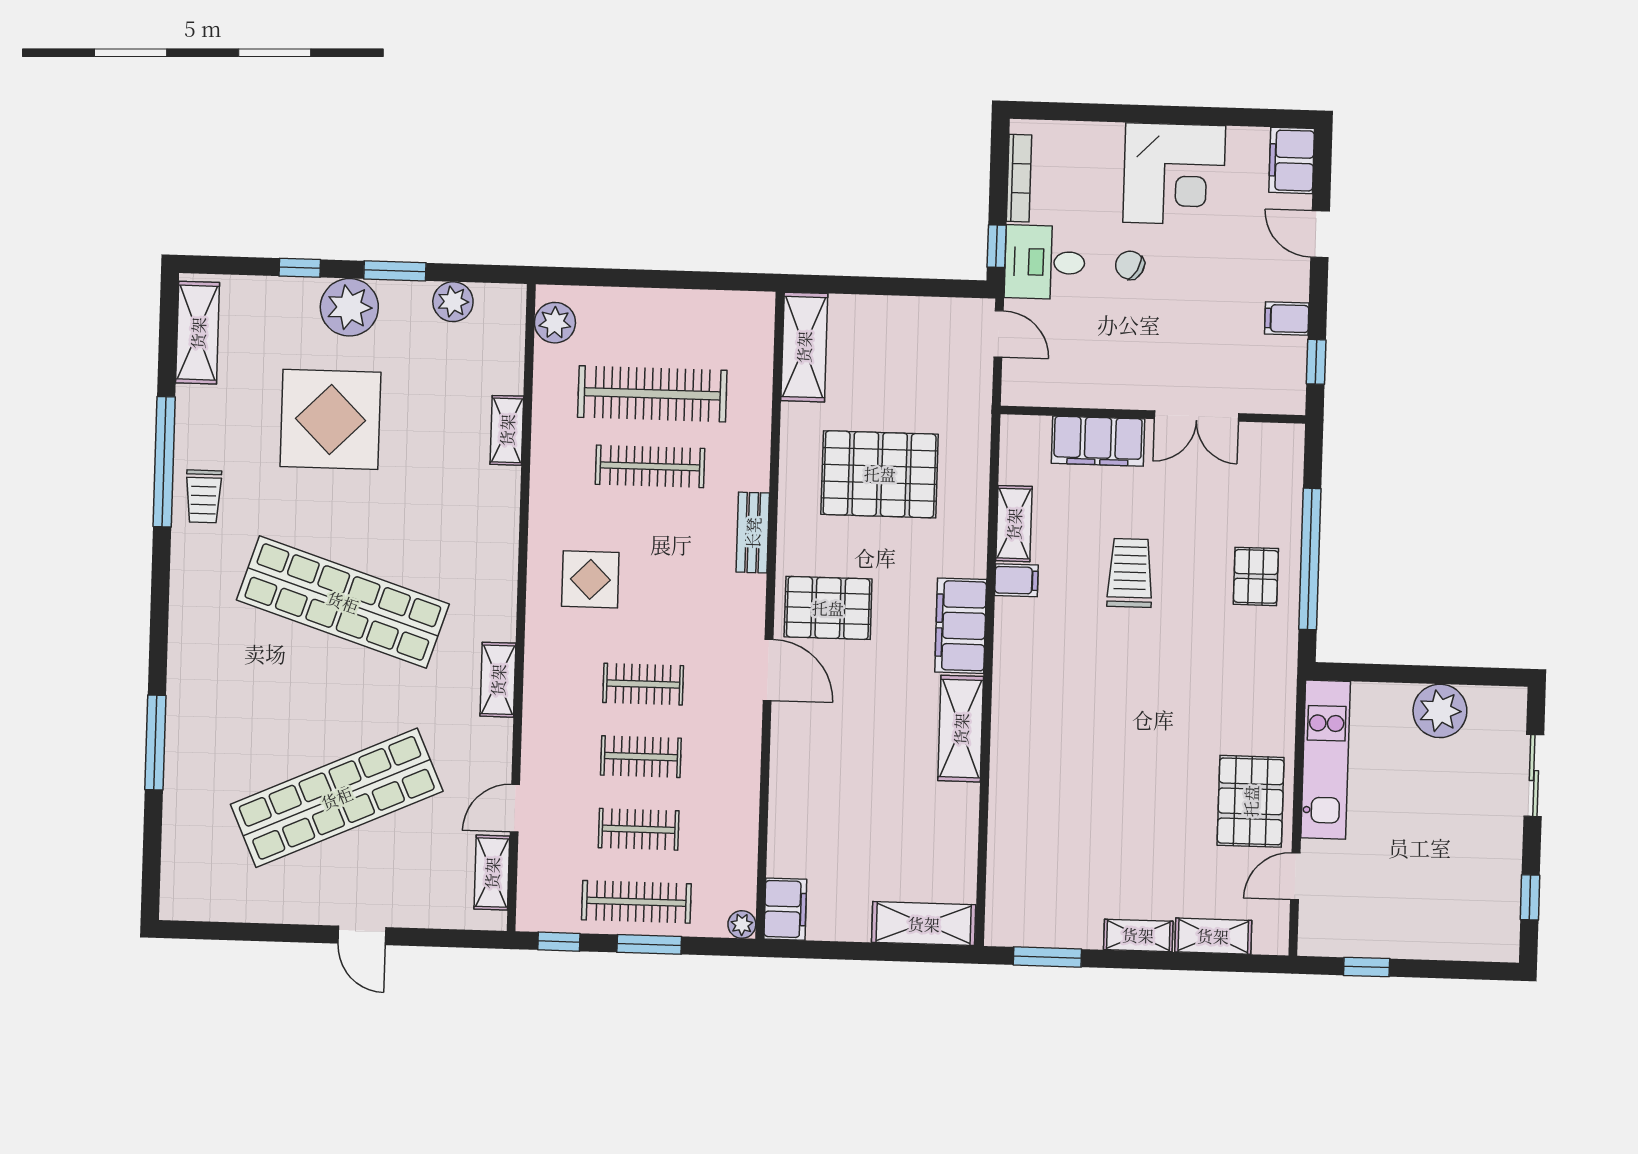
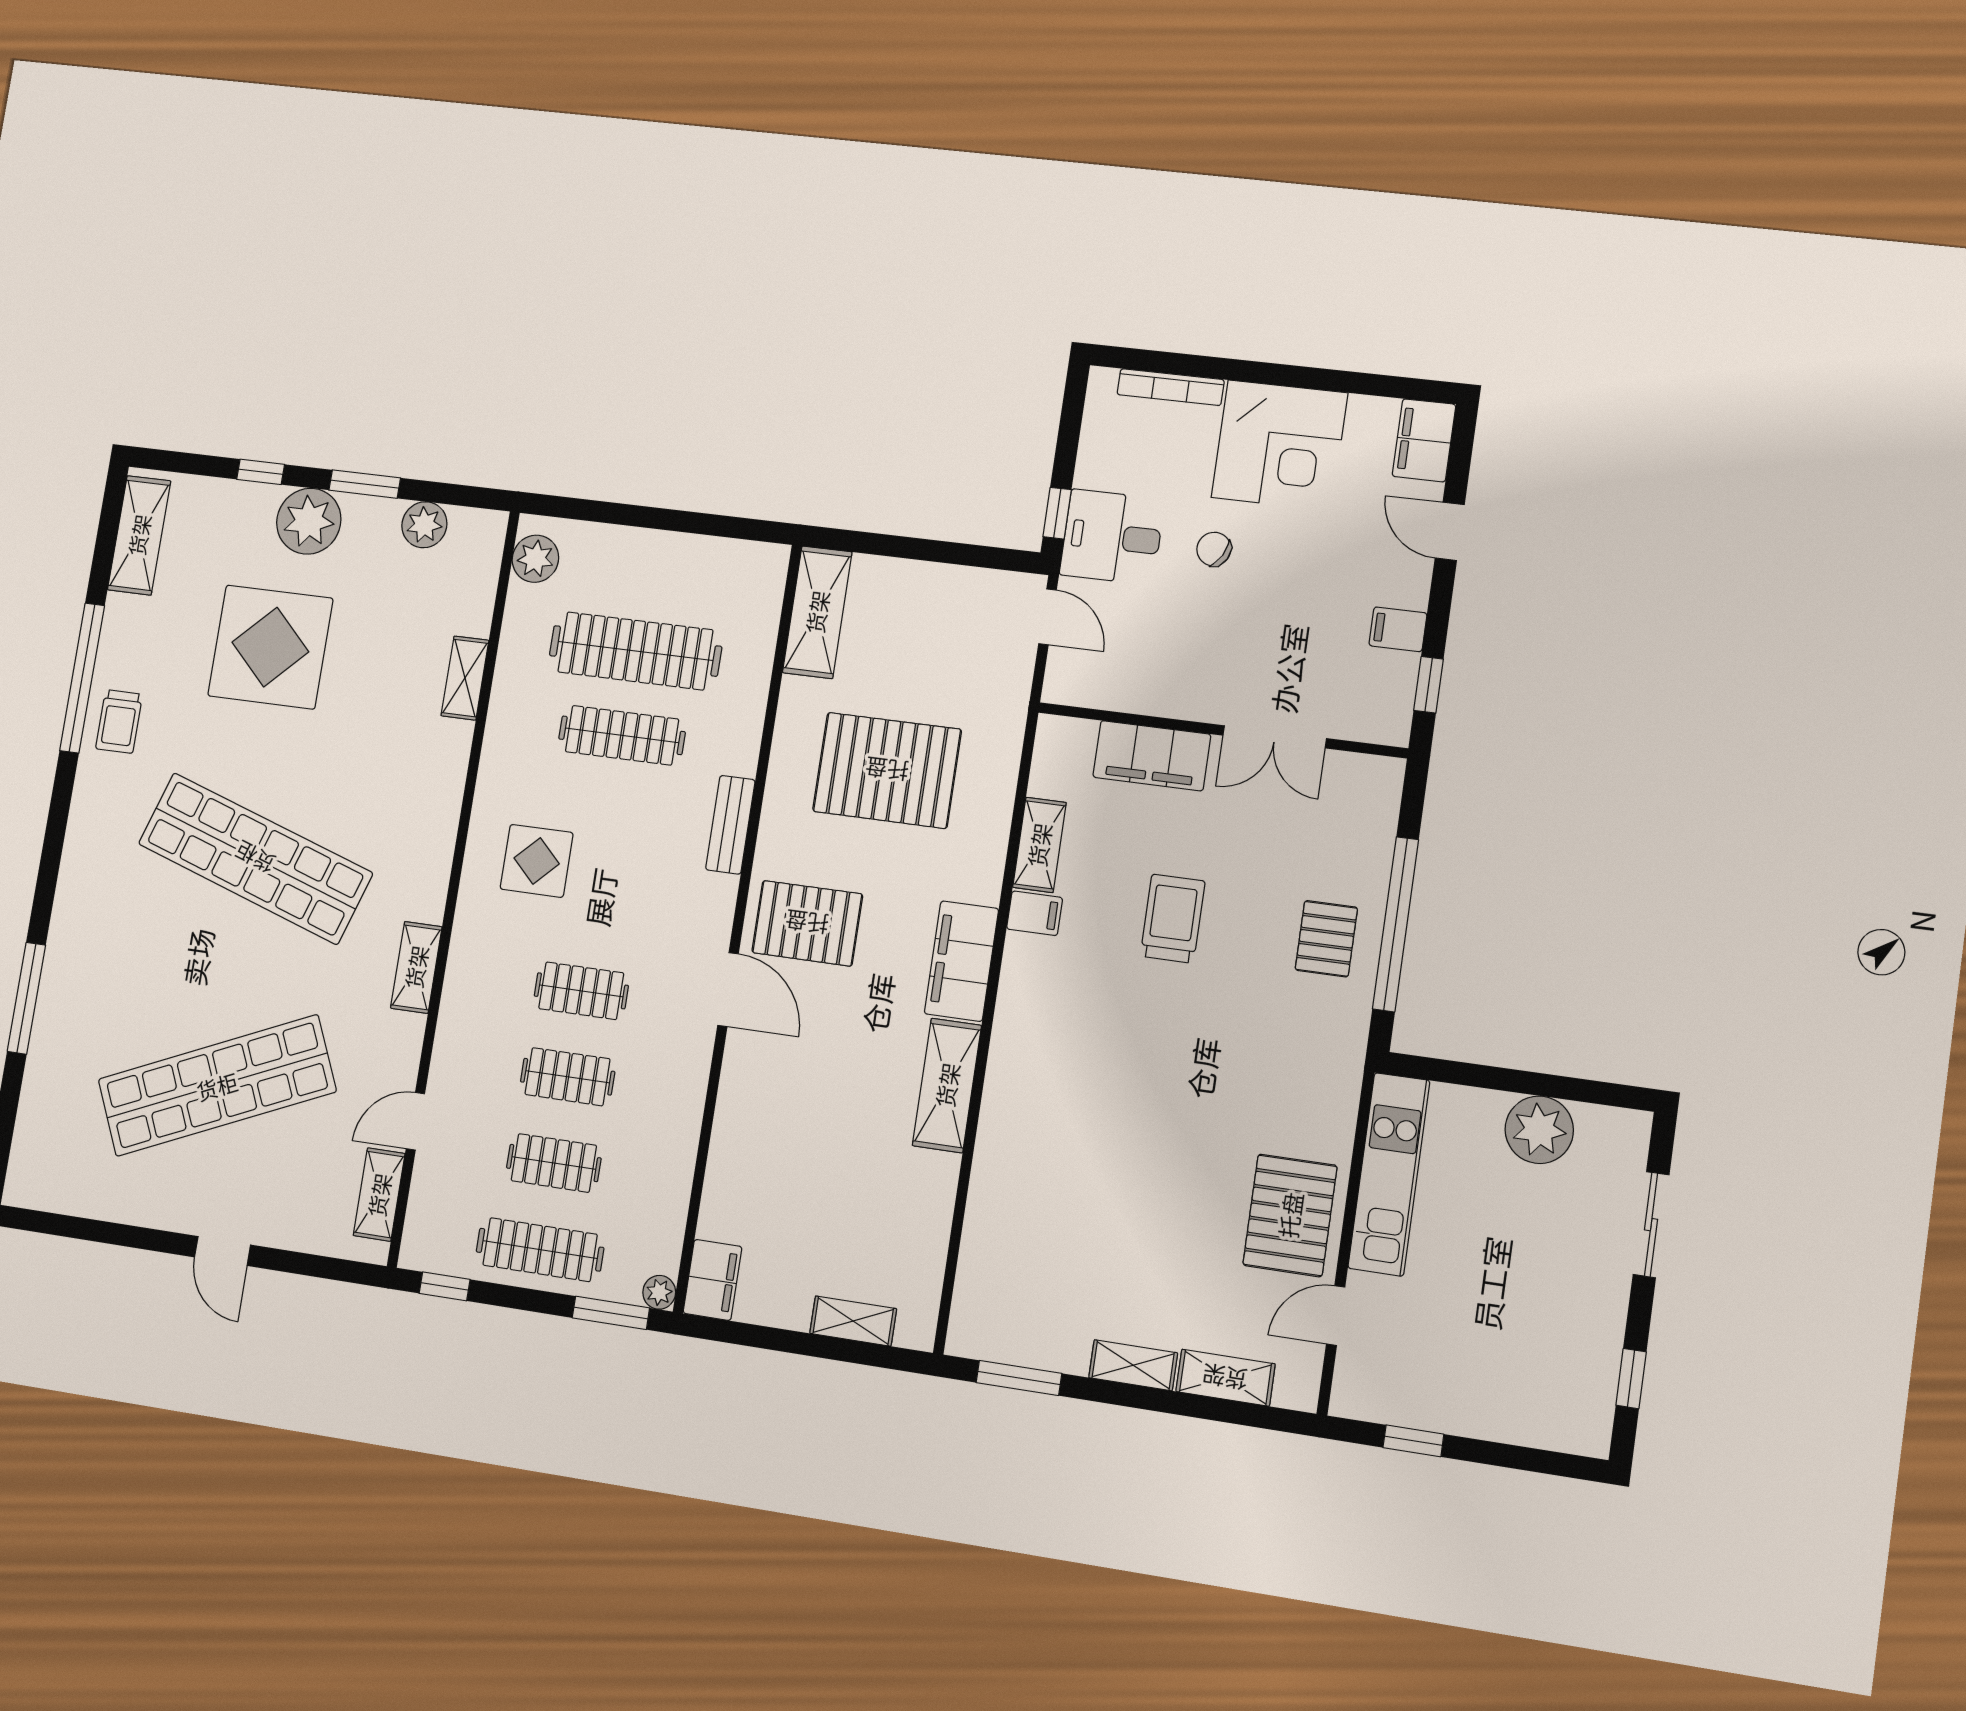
bookcase: (1019, 178) -> (1171, 387), moved, turned 90
shelving: (924, 924) -> (853, 1321), width x0.67, depth x0.75
window: (649, 944) -> (611, 1313), moved

